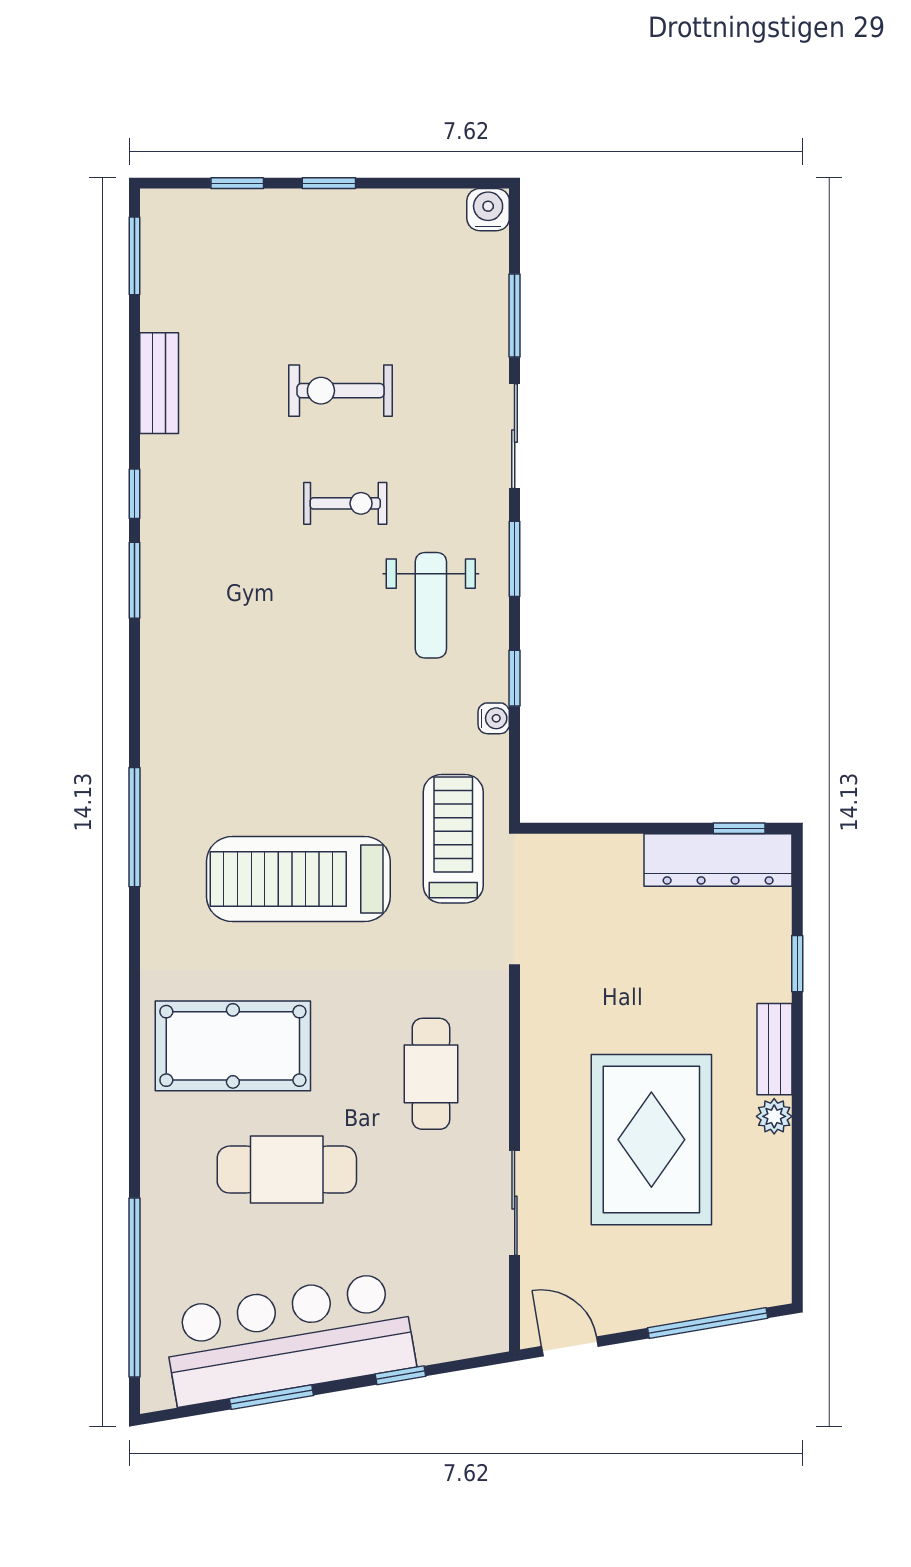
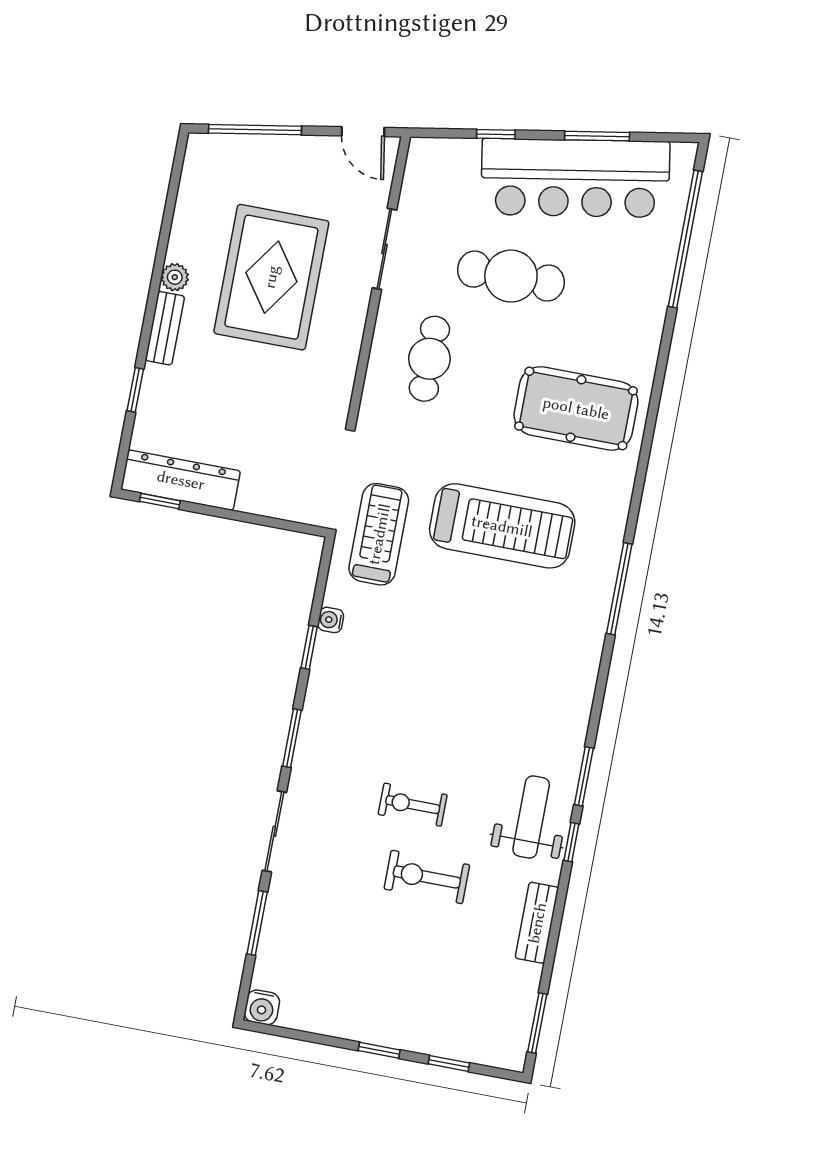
exercise bike: (341, 391) -> (427, 877), moved, turned 180
weight bench: (431, 605) -> (531, 817), moved
treadmill: (453, 839) -> (379, 534), turned 180
cafe table: (287, 1170) -> (511, 276), moved

